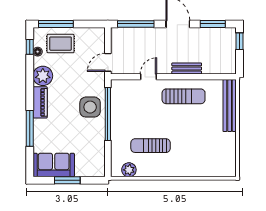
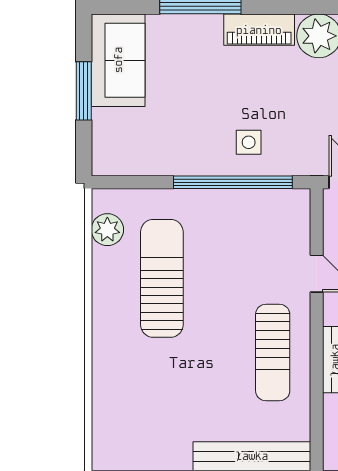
side table: (90, 107) -> (249, 142), width x0.54, depth x0.54
sun lounger: (151, 146) -> (162, 278), width x1.36, depth x1.34

